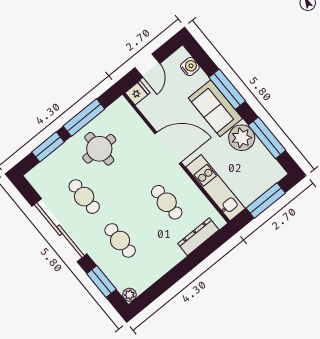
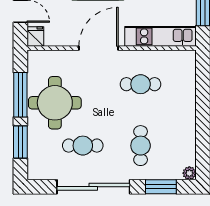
round table: (99, 149) -> (55, 103), width x1.36, depth x1.36
dresser: (198, 237) -> (188, 81), removed
cafe table: (120, 240) -> (141, 146), turned 90

